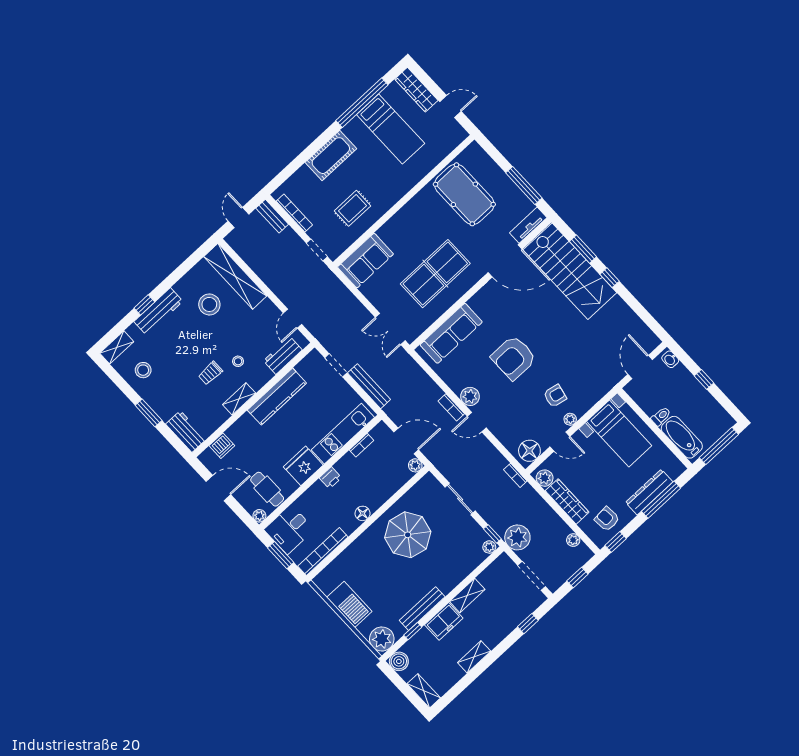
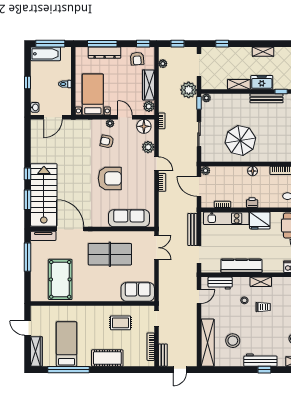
plant: (470, 396) -> (148, 147), moved
bathtub: (682, 437) -> (46, 54), moved, turned -90

